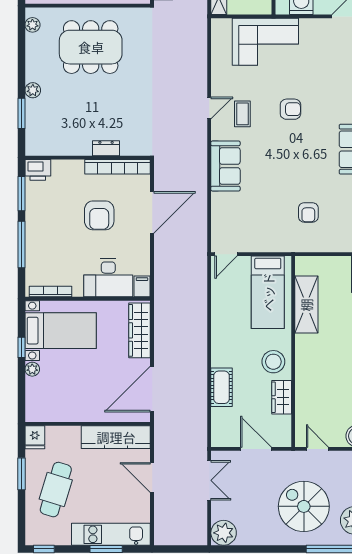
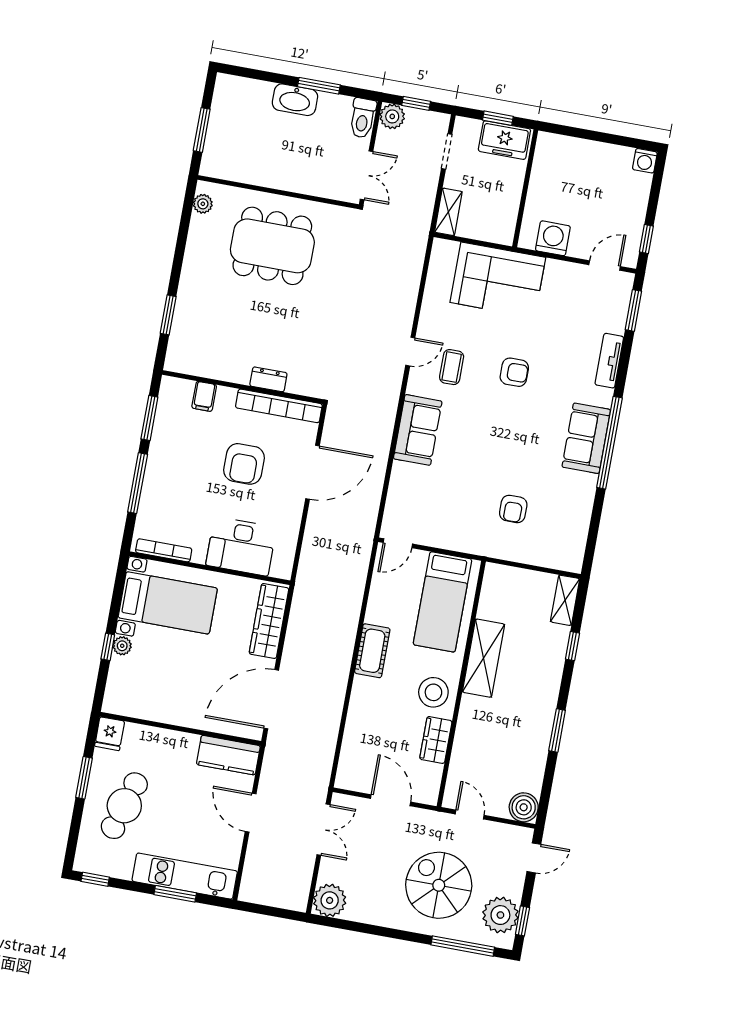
plant: (33, 90) -> (188, 288), removed
printer: (38, 170) -> (176, 391), removed
filing cabinet: (142, 286) -> (204, 396), moved, turned 180
shelving: (306, 305) -> (484, 658), moved
window: (22, 347) -> (108, 647), moved
cot: (222, 387) -> (372, 651), moved
kitchen counter: (116, 437) -> (228, 755), width x0.67

